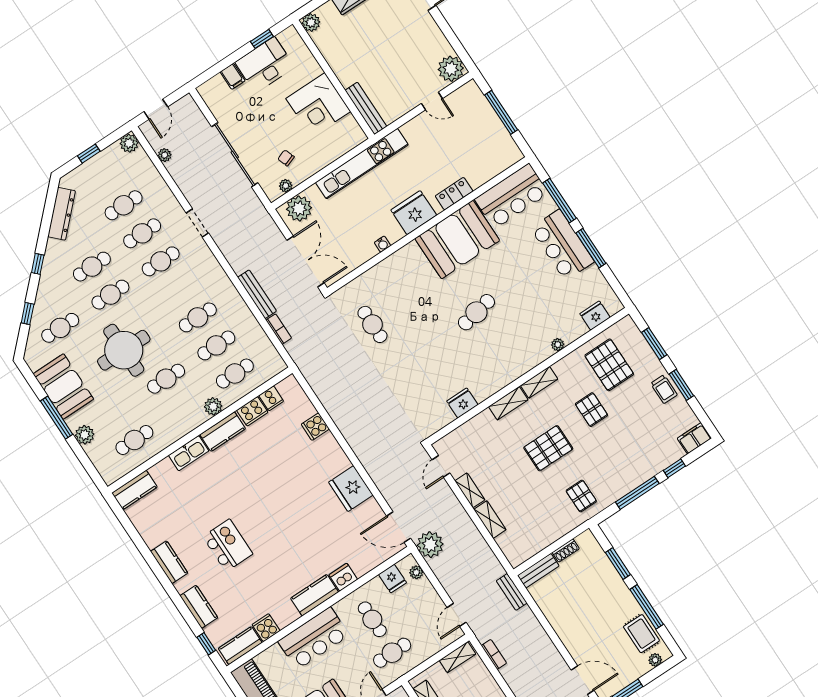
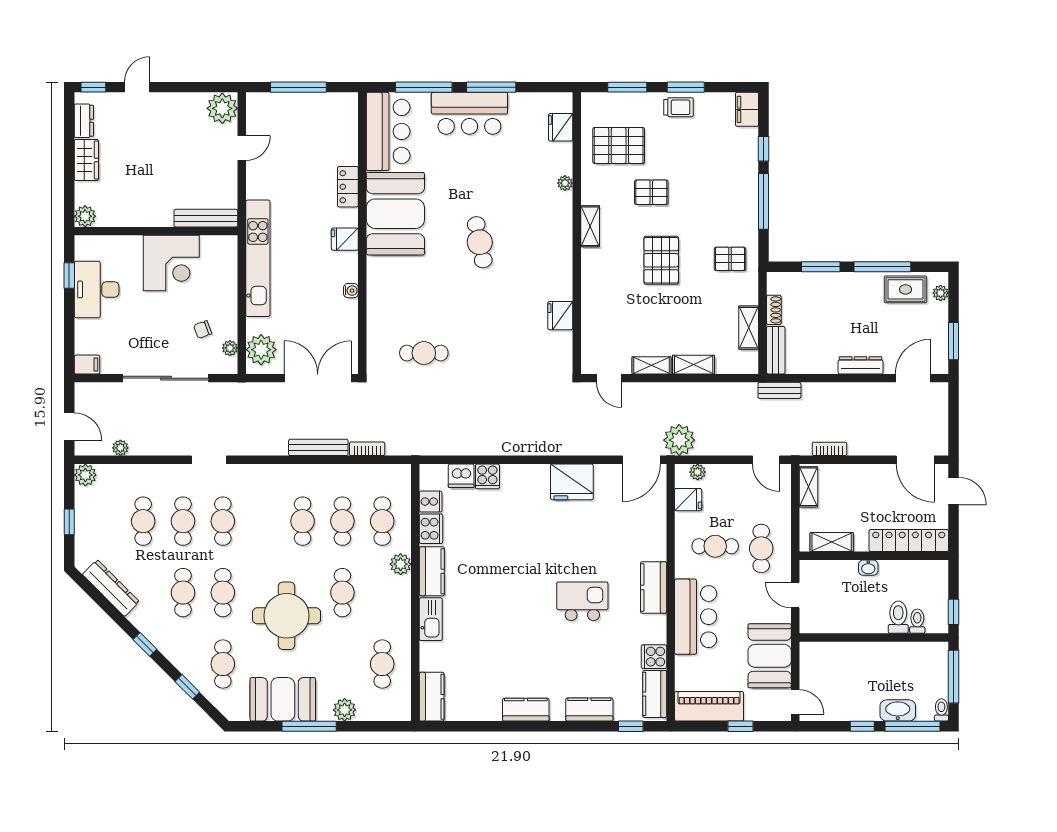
filing cabinet: (233, 76) -> (87, 365), moved
fridge: (414, 213) -> (345, 239), width x0.53, depth x0.75
shelving: (508, 403) -> (749, 328), moved
kitchen island: (228, 545) -> (582, 601), moved
dishwasher: (343, 577) -> (461, 476), moved, turned -90
dresser: (567, 637) -> (861, 365), added

